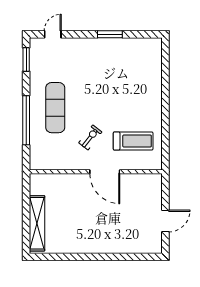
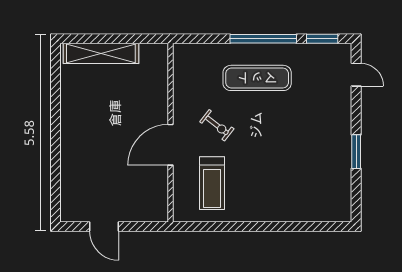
window: (26, 120) -> (263, 39), moved

